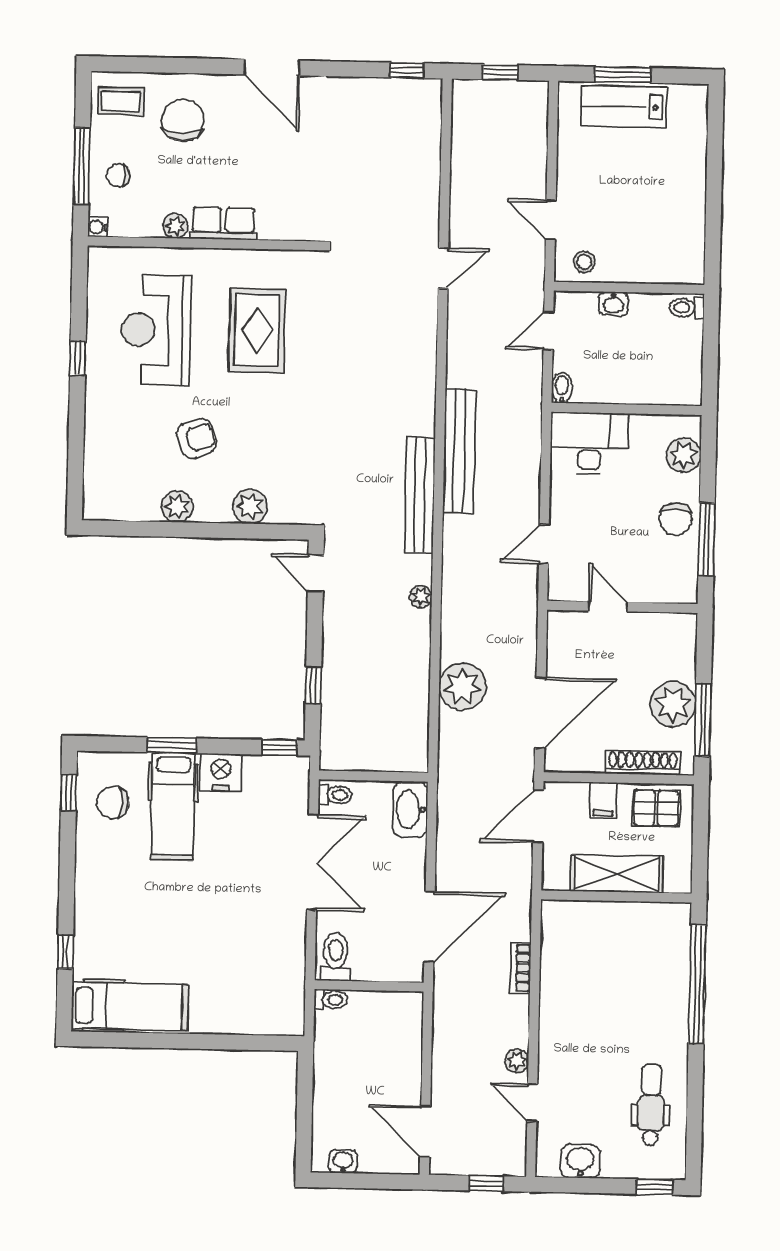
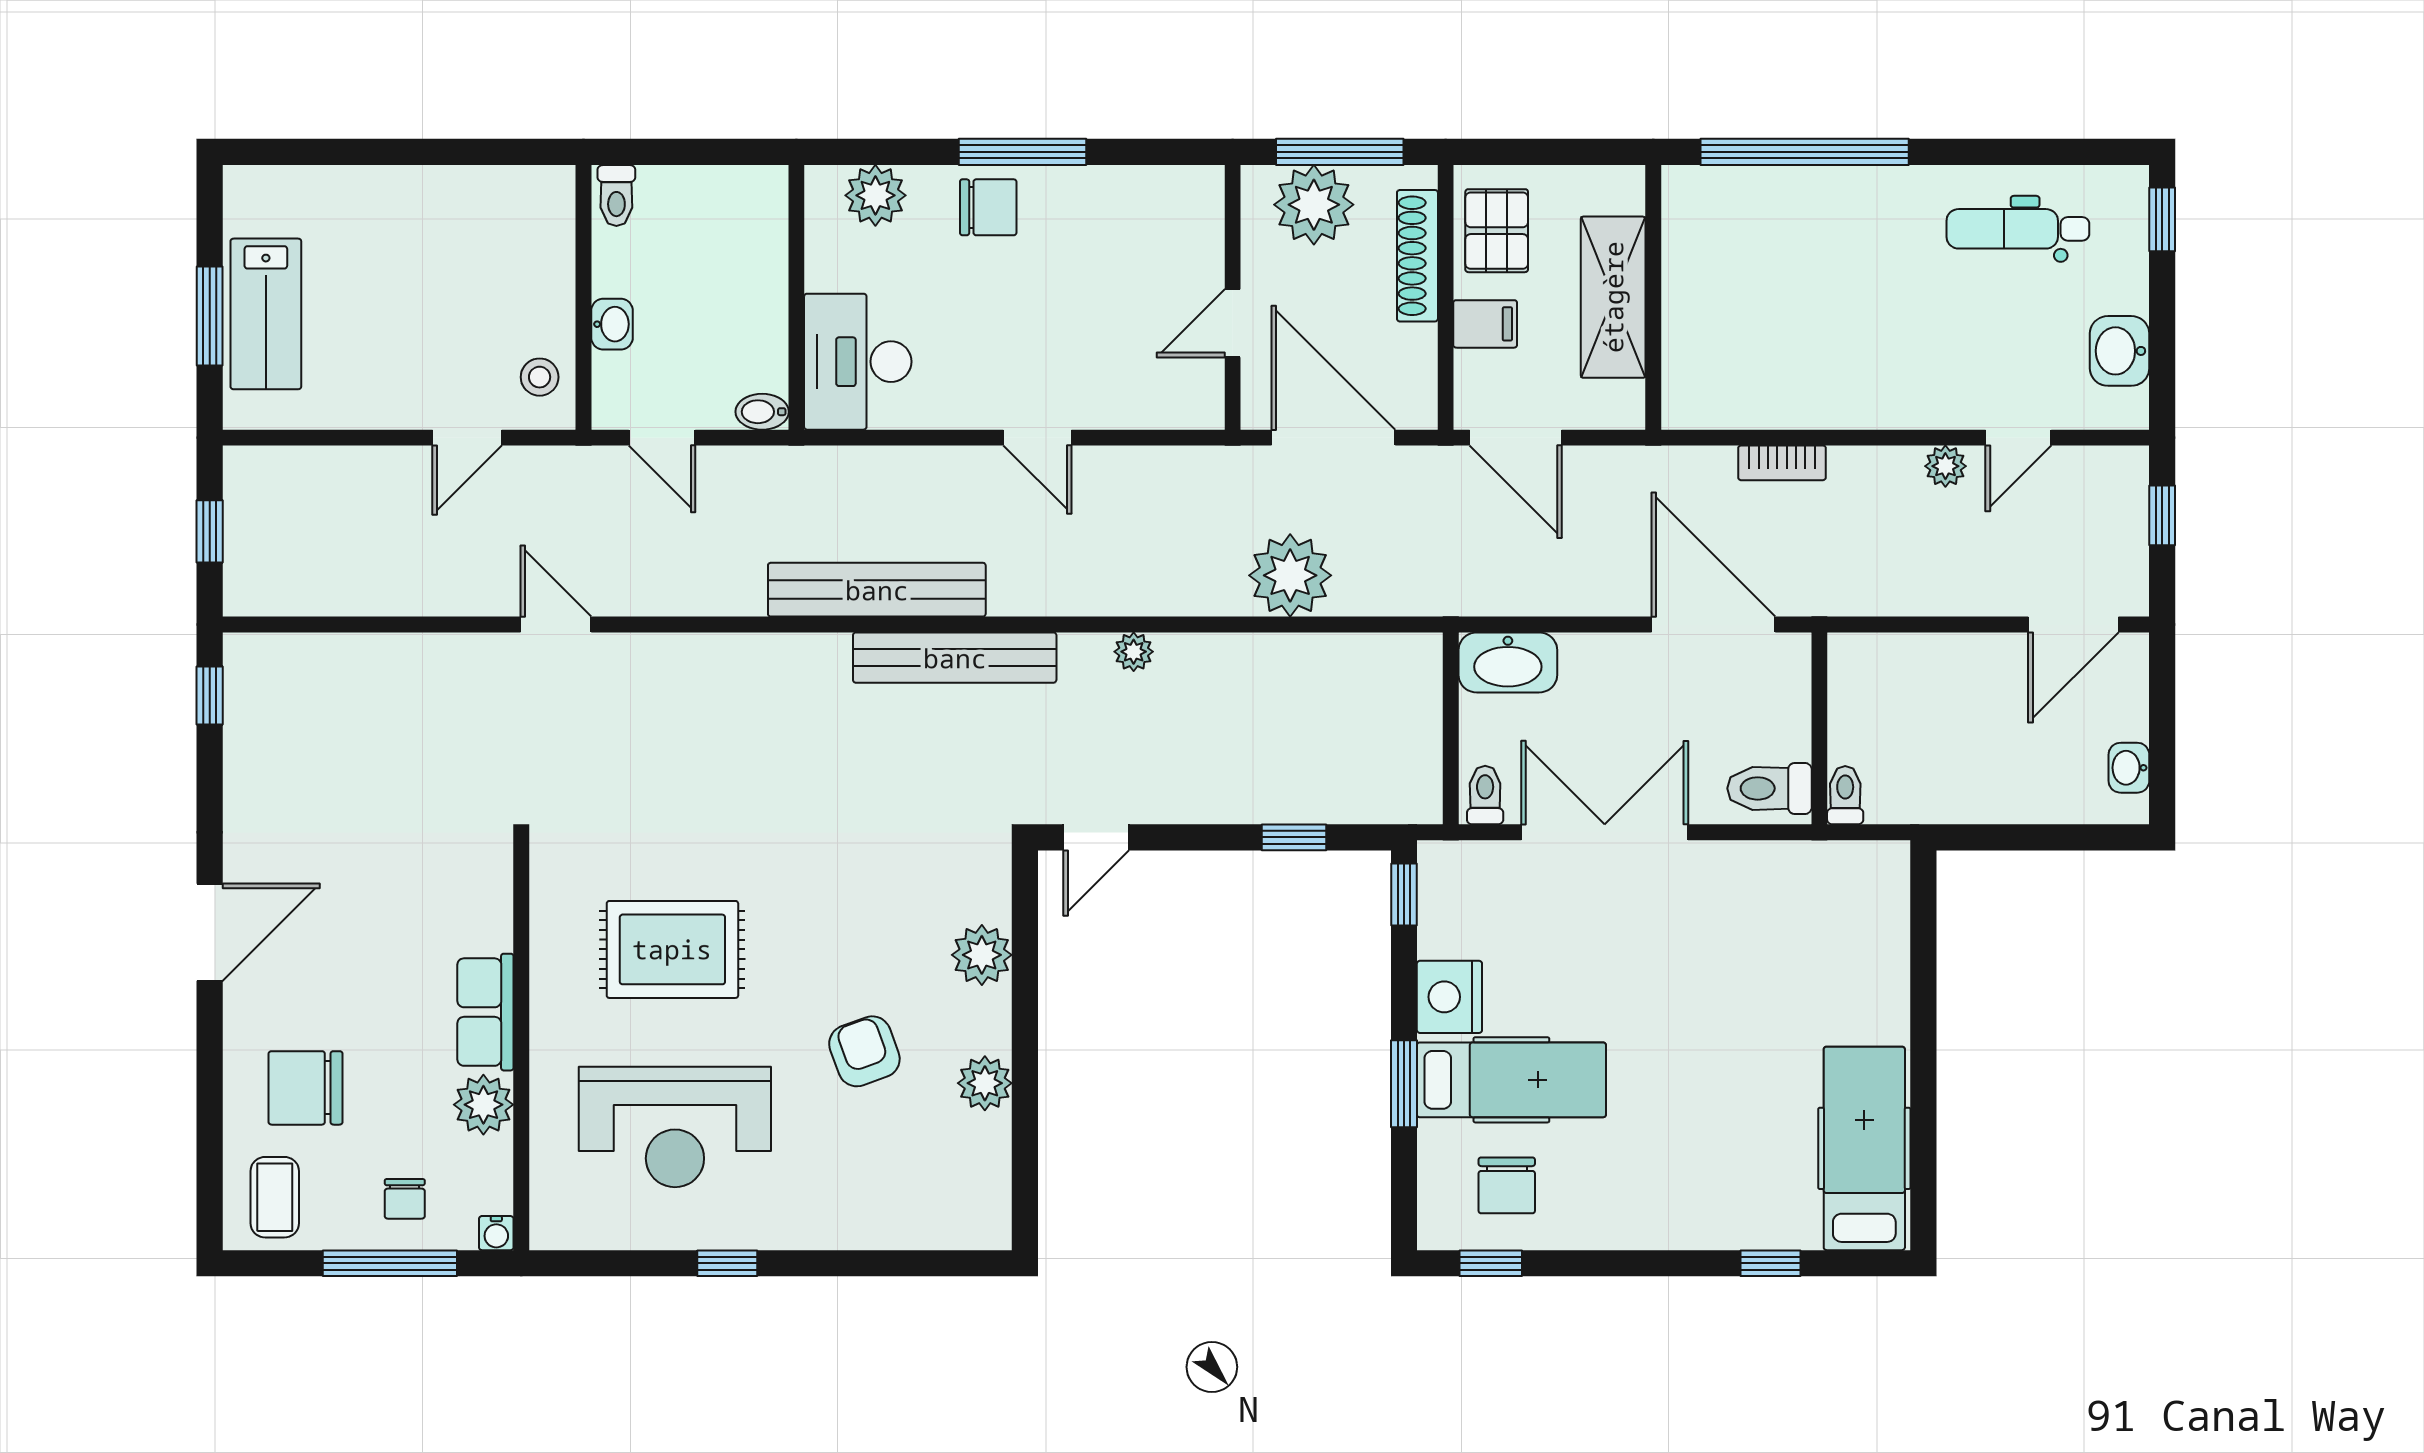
plant: (175, 226) -> (483, 1105), width x1.38, depth x1.38
door: (608, 607) -> (1233, 323), moved
wall: (622, 607) -> (1233, 297), moved

